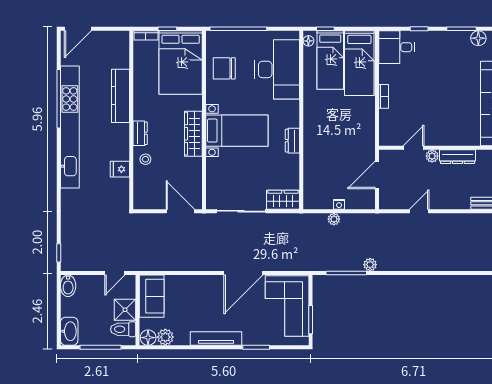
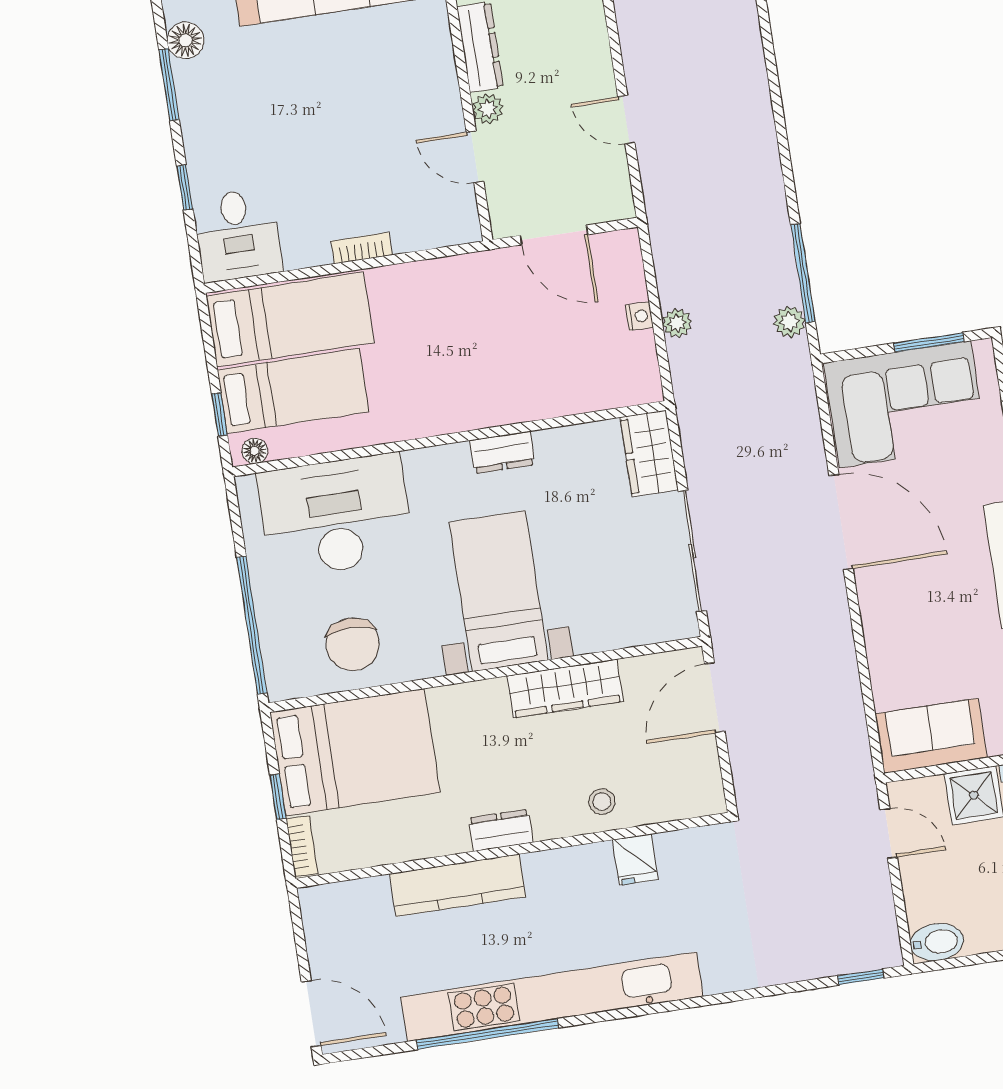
dresser: (140, 133) -> (501, 830), moved
wardrobe: (193, 134) -> (565, 689), moved
plant: (370, 265) -> (789, 322), moved

